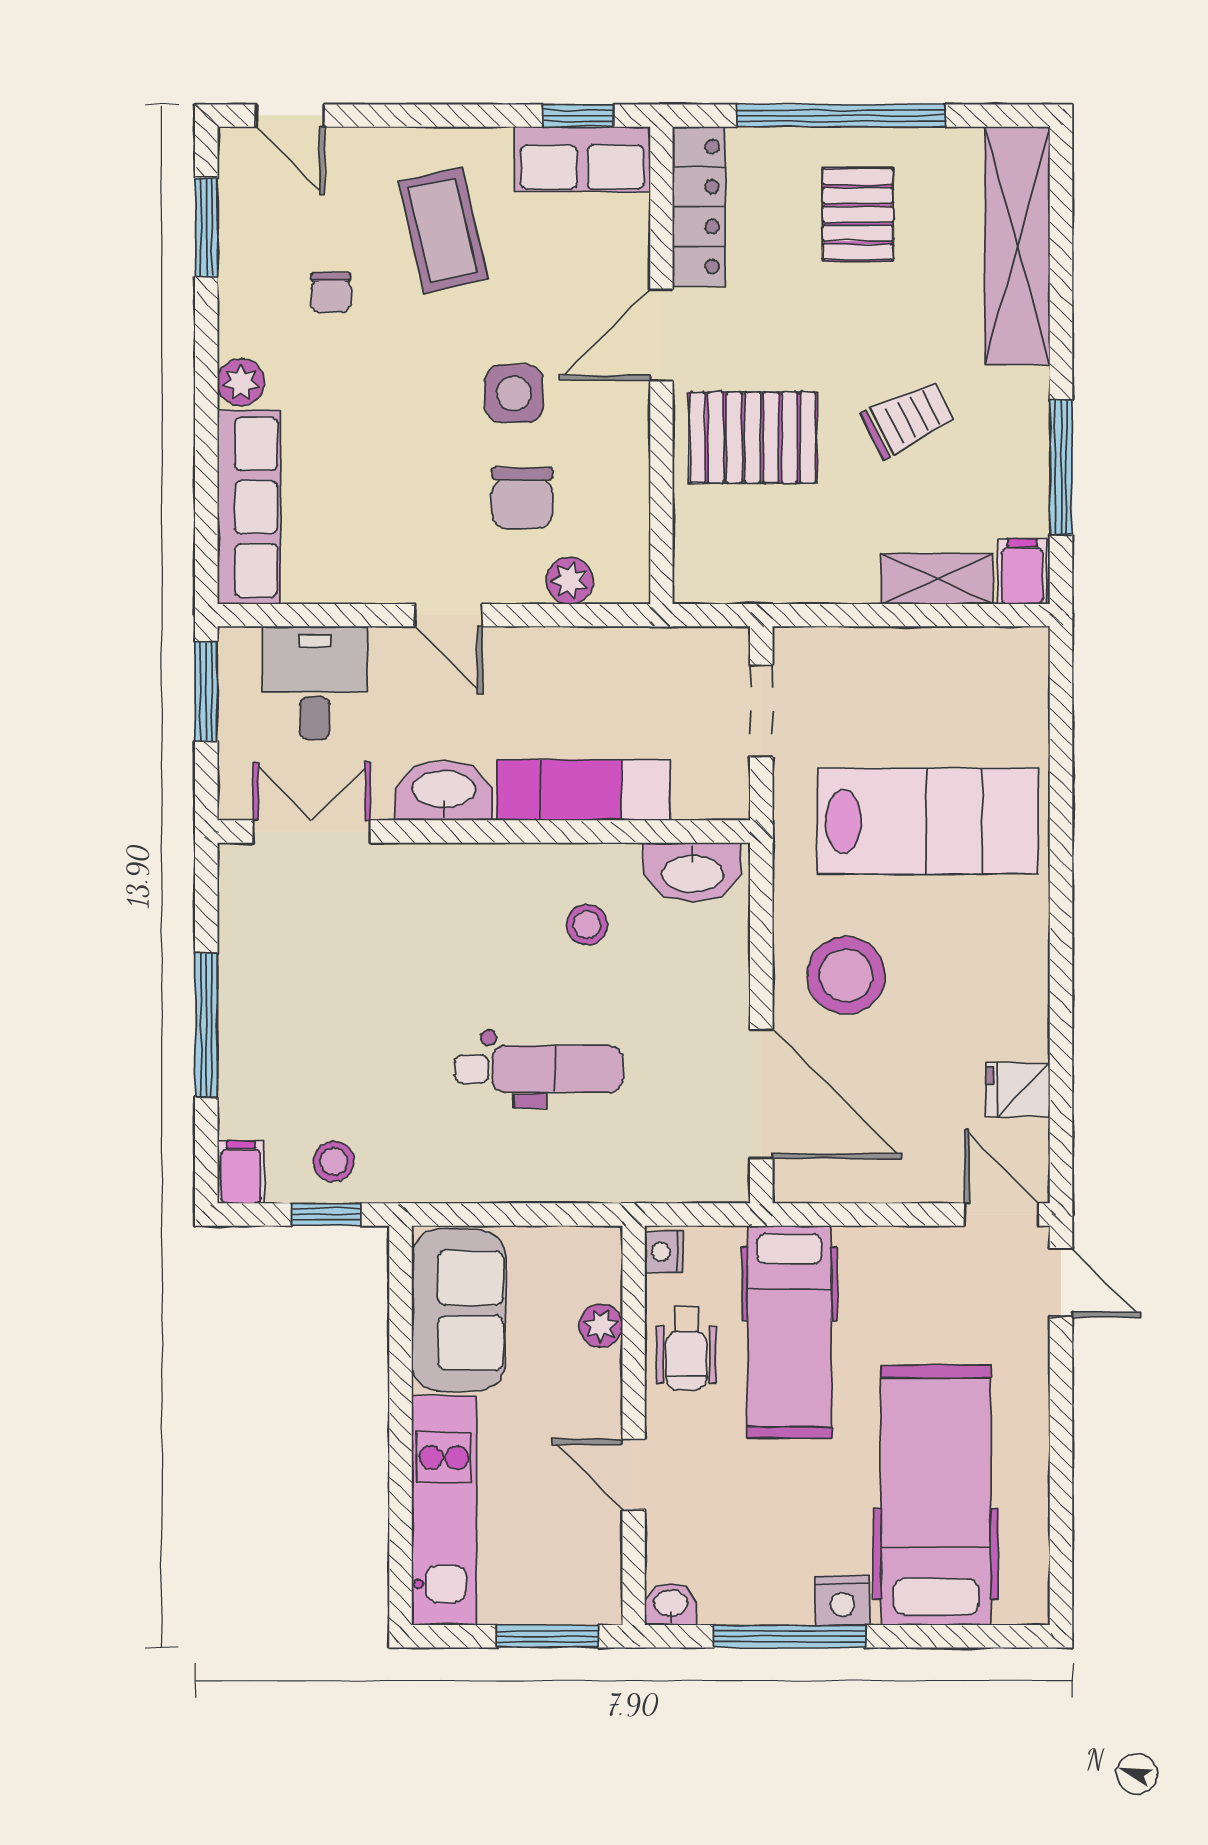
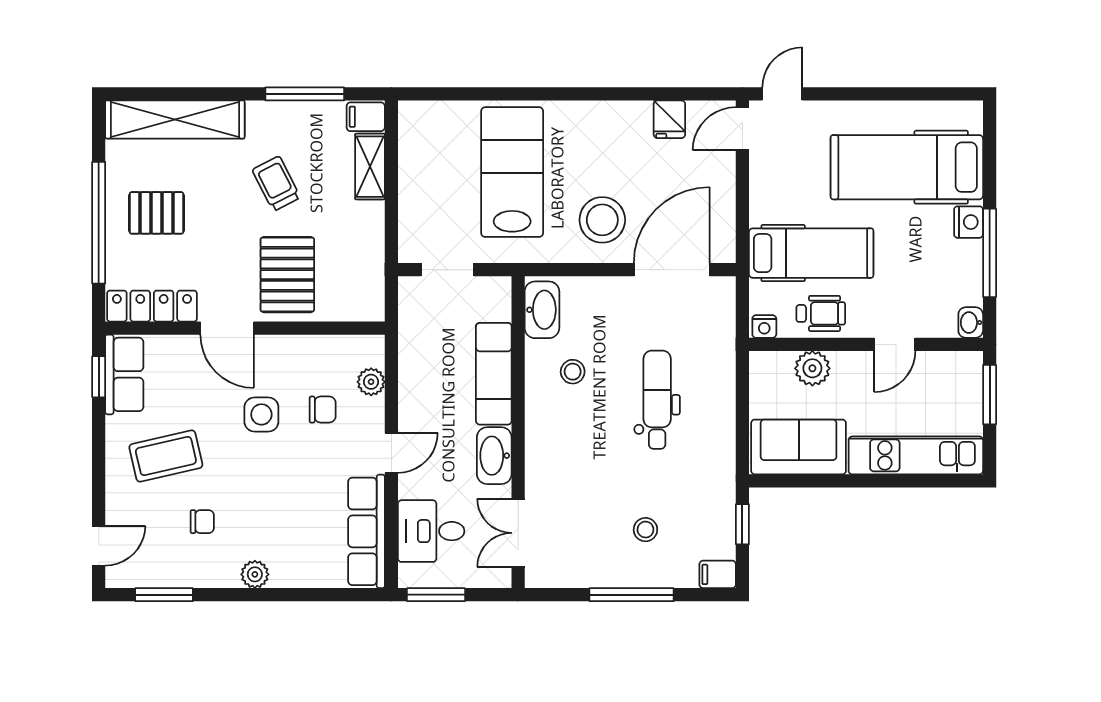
chair: (522, 498) -> (323, 410), width x0.73, depth x0.73
row of seats: (249, 507) -> (366, 531), moved, turned -90
stool: (334, 1161) -> (645, 530), moved
plant: (601, 1326) -> (812, 368), width x1.38, depth x1.38

